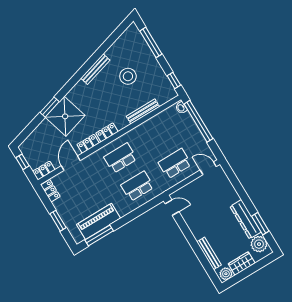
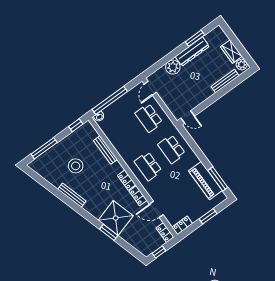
door: (172, 208) -> (188, 117), swing flipped
plant: (259, 244) -> (173, 67), moved

